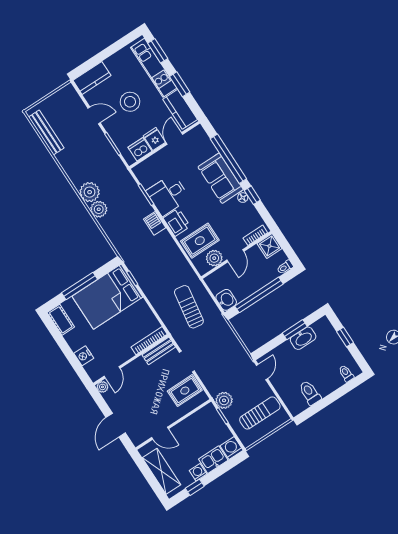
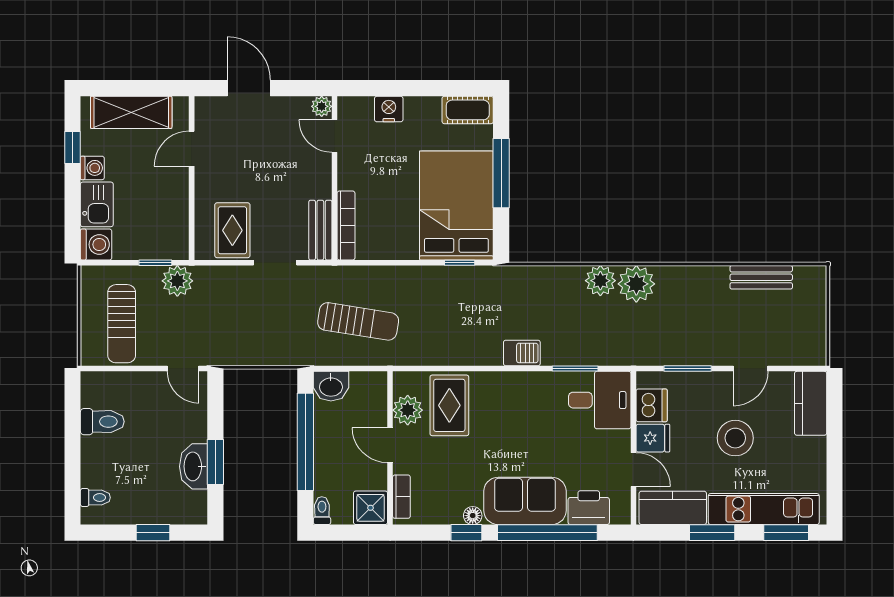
bench: (46, 132) -> (761, 277), width x0.73
desk: (168, 195) -> (600, 400), moved, turned 90
printer: (177, 222) -> (589, 508), moved, turned 180

